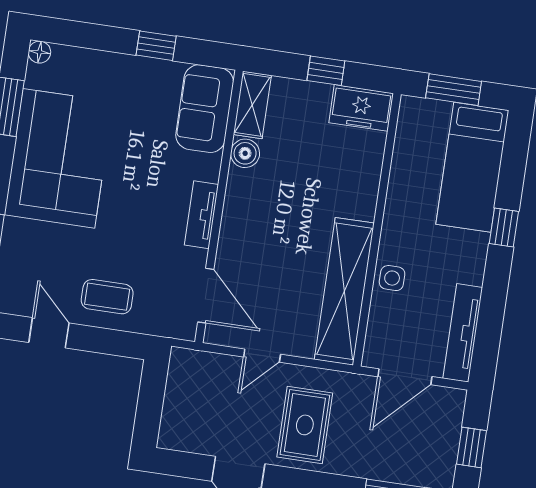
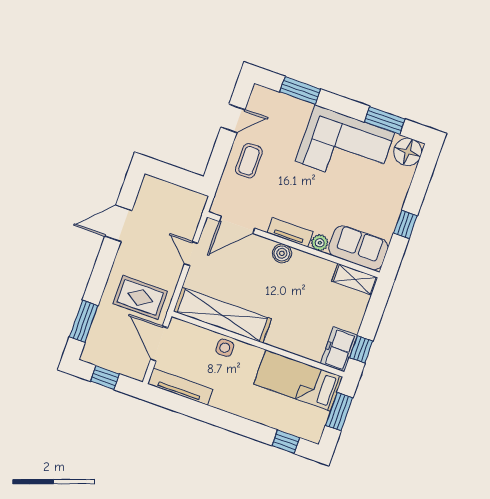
floor lamp: (39, 52) -> (408, 152), width x1.89, depth x1.89
window: (326, 71) -> (361, 349), moved
boiler: (245, 153) -> (282, 253), moved
bed: (472, 167) -> (298, 380), moved
plant: (208, 168) -> (320, 243), added
window: (504, 227) -> (286, 442), moved
rug: (305, 425) -> (140, 297), moved

